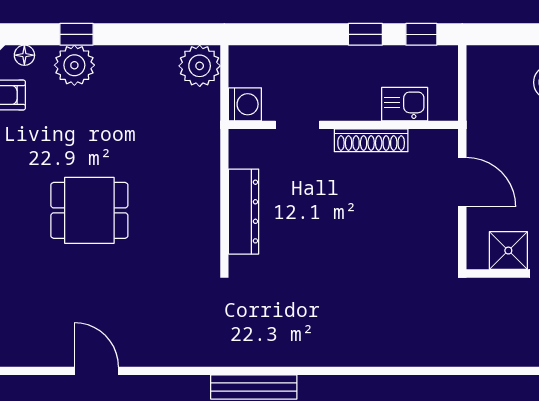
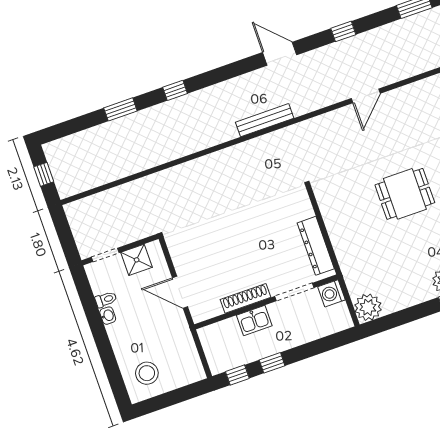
kitchen sink: (405, 104) -> (254, 321), moved
doorway: (298, 125) -> (294, 292), width x1.38
dresser: (244, 212) -> (316, 246), moved
door: (96, 371) -> (366, 96), hinge flipped

